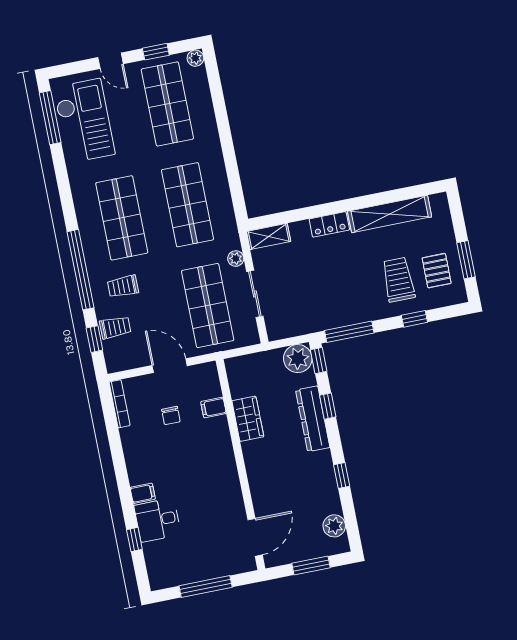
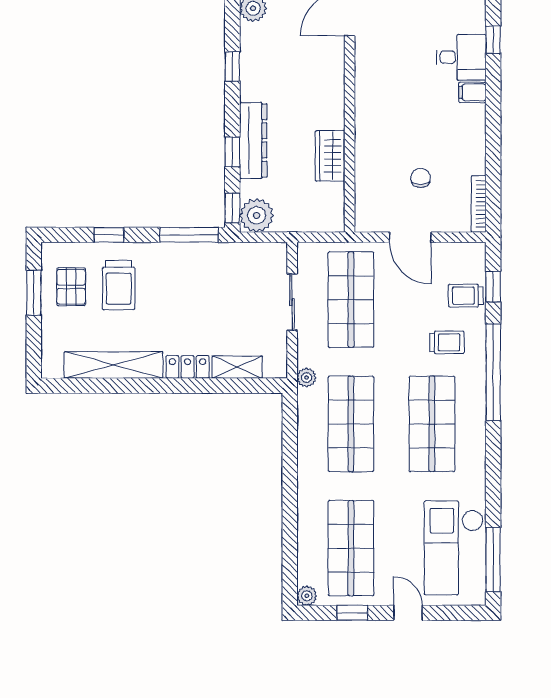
shelving: (269, 236) -> (237, 367), moved
plant: (236, 259) -> (307, 378), moved
filing cabinet: (213, 408) -> (368, 177), removed

